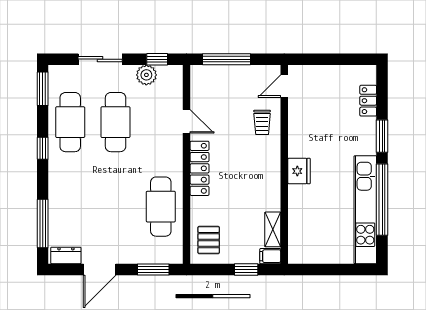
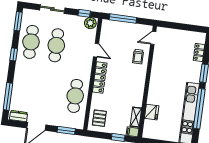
plant: (146, 75) -> (90, 23), moved
fridge: (299, 171) -> (152, 112), moved

